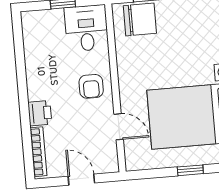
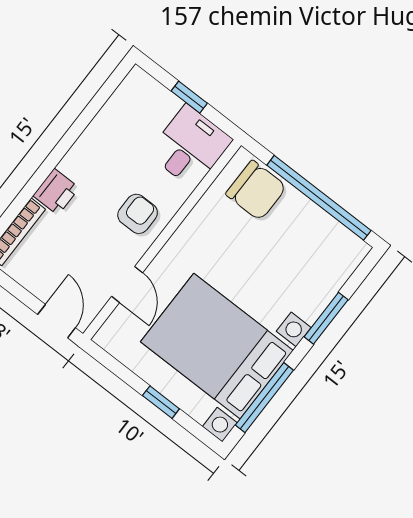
armchair: (91, 86) -> (138, 214), turned 180
door: (81, 180) -> (57, 321), moved

